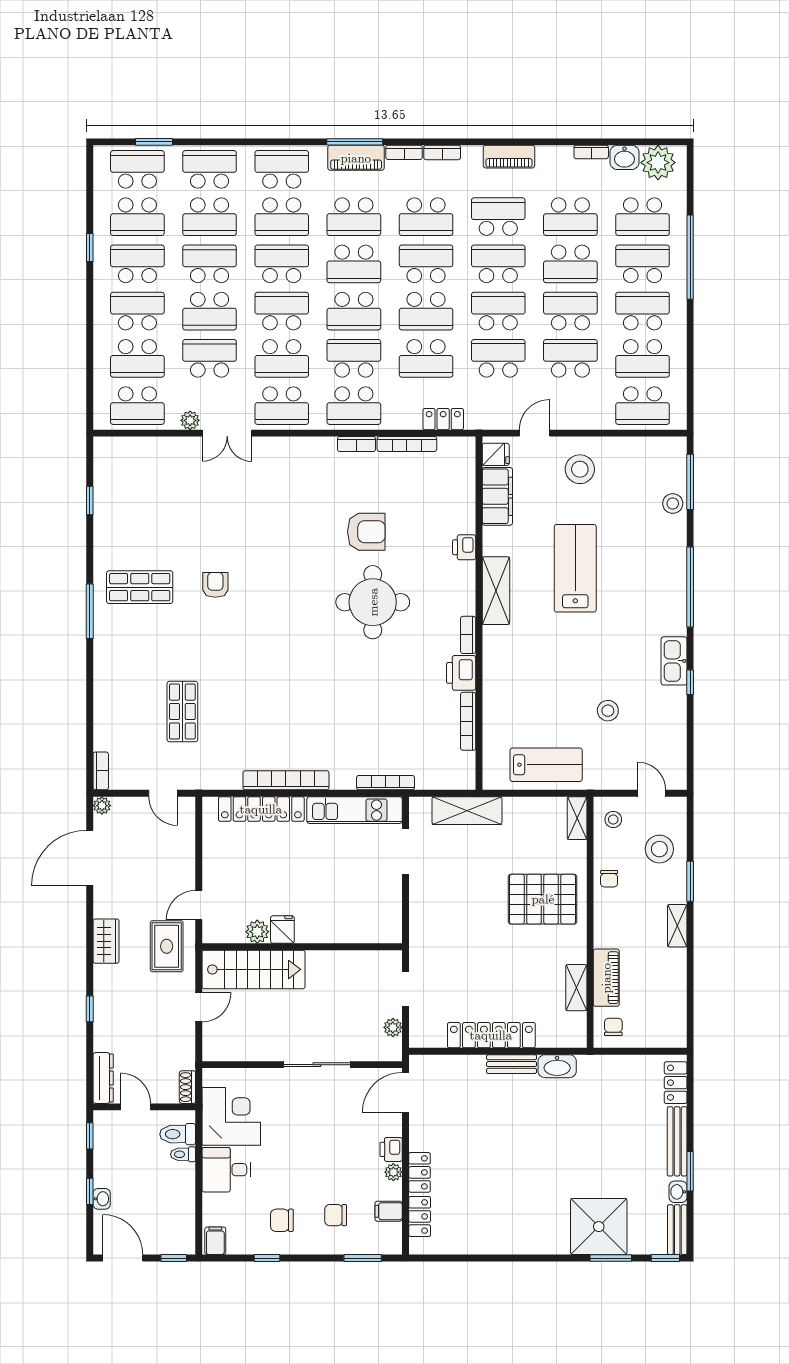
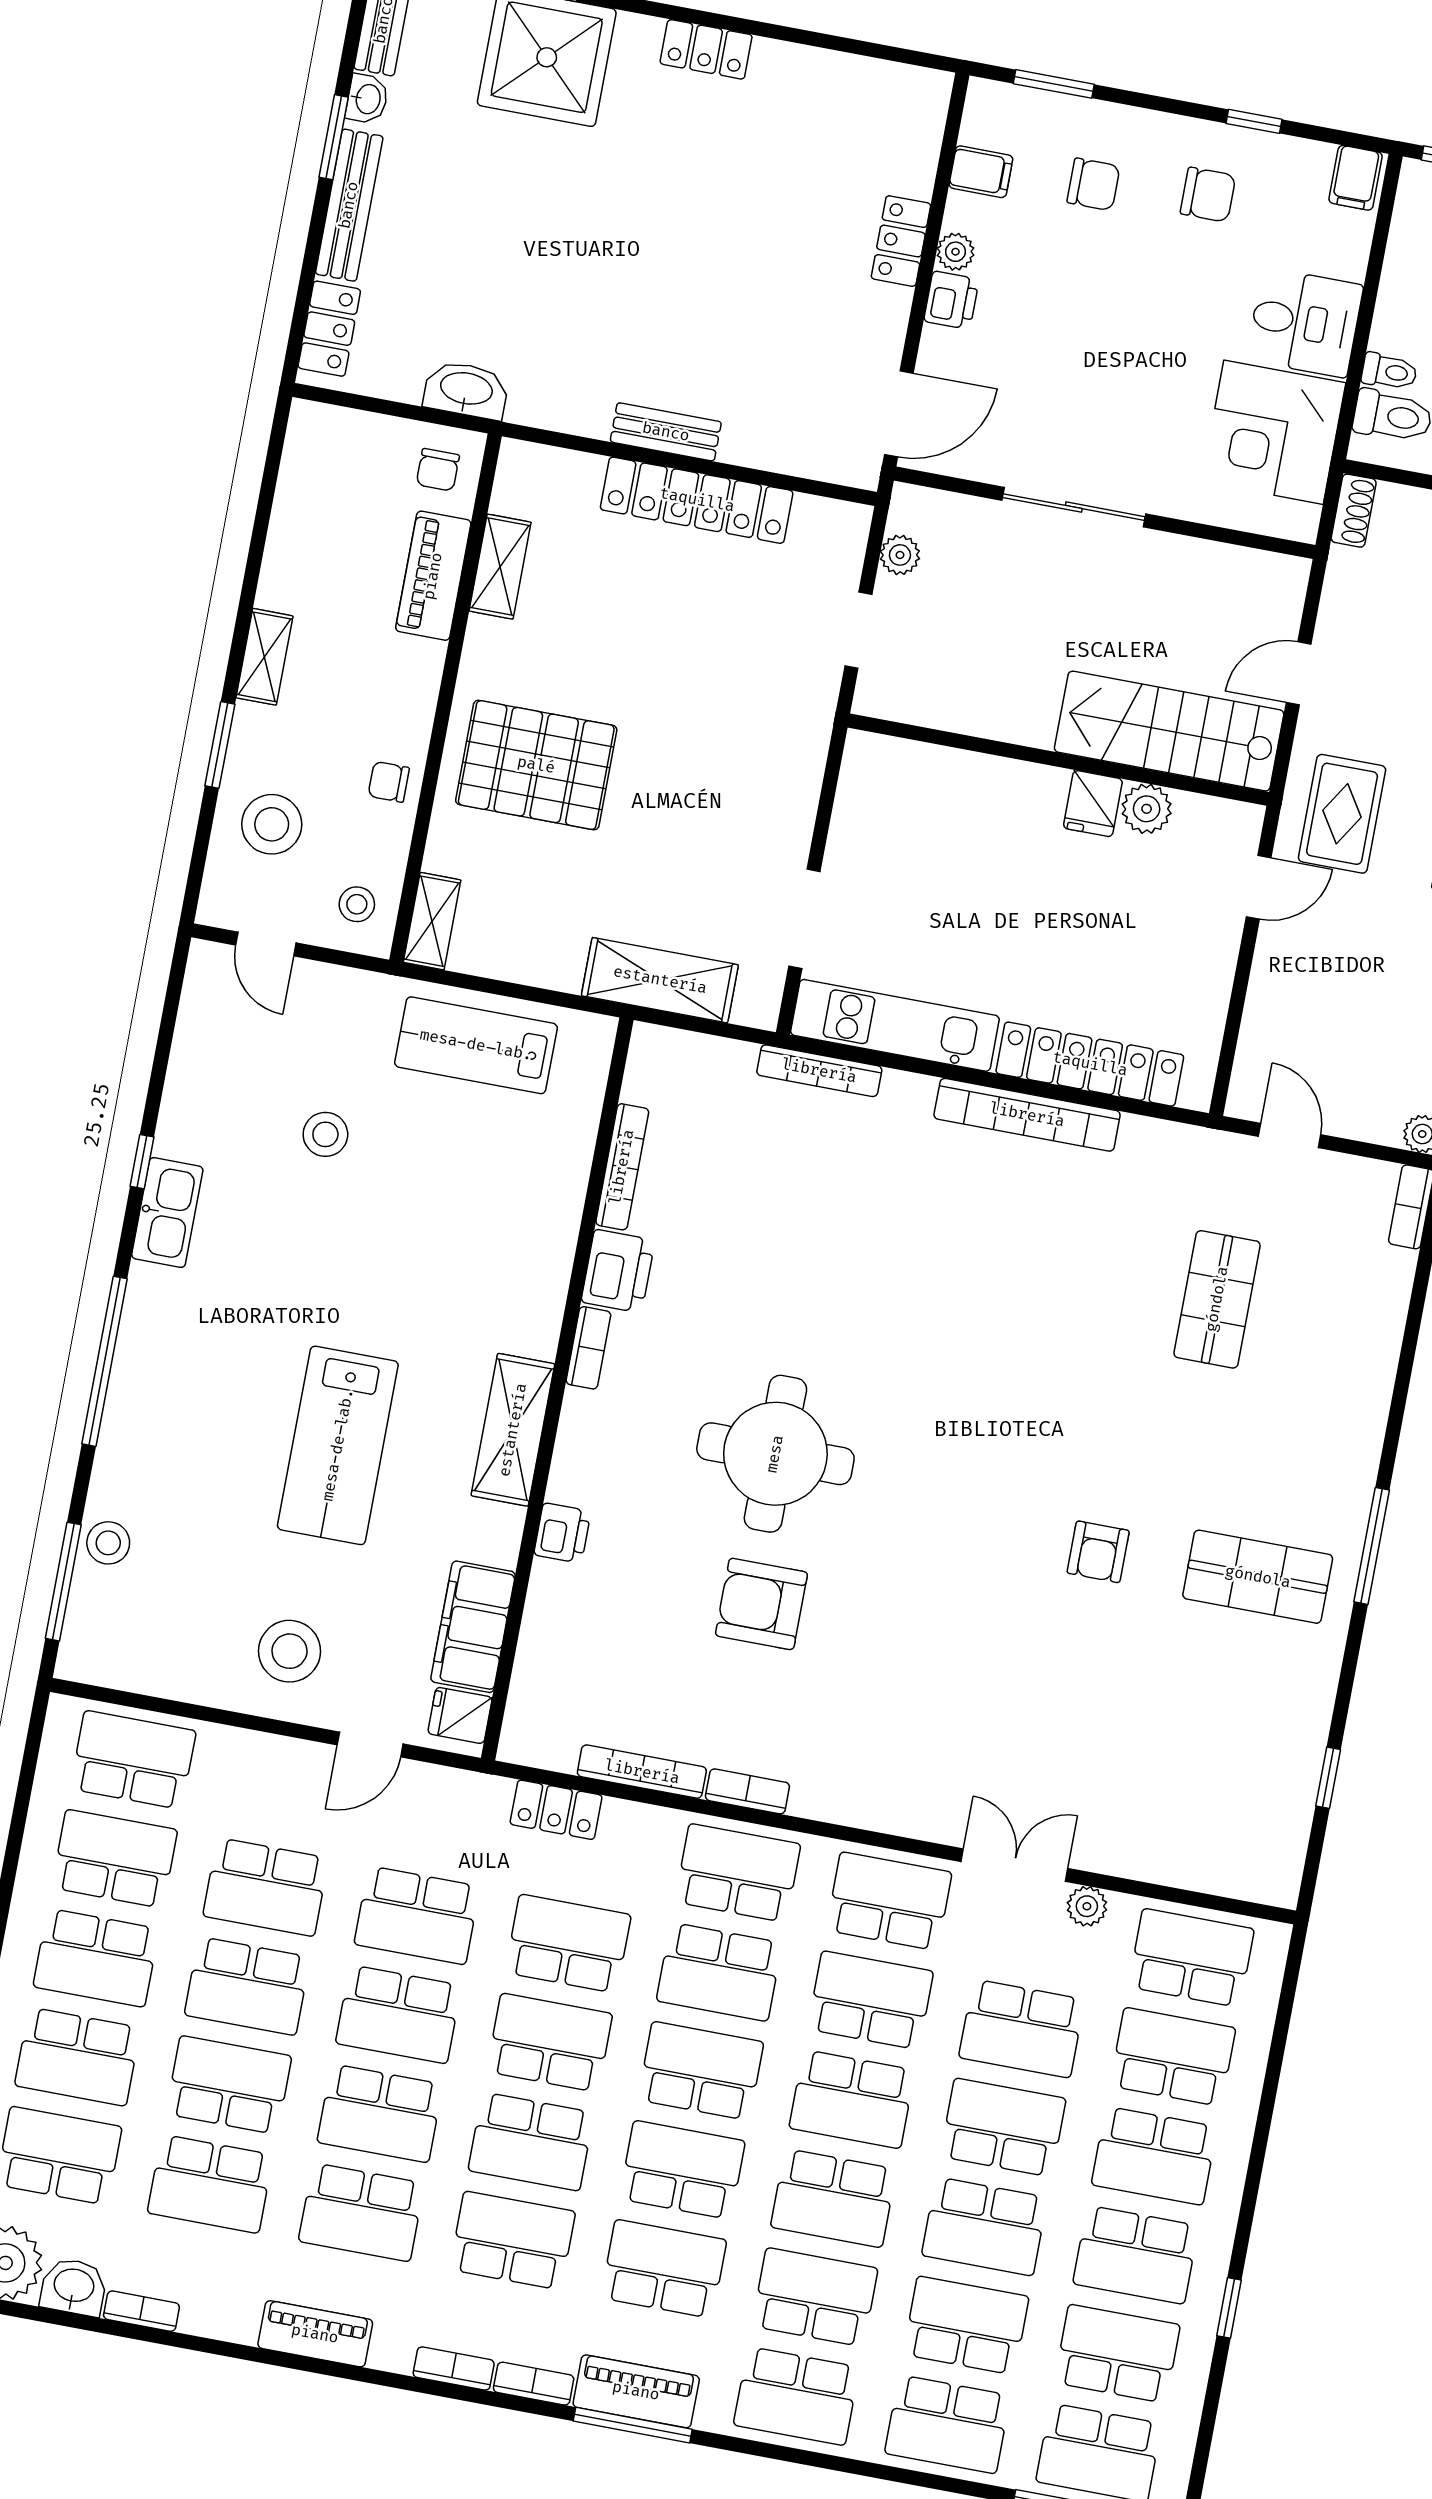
school desk: (570, 217) -> (210, 2184), turned 180
chair: (609, 879) -> (389, 782), turned -90
washbasin: (557, 1066) -> (466, 390), moved
locker: (420, 1216) -> (706, 49), moved, turned -90

